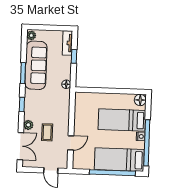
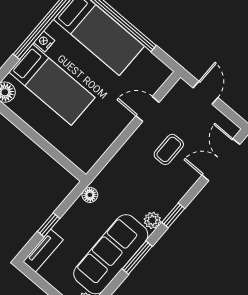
plant: (28, 125) -> (152, 220), moved

